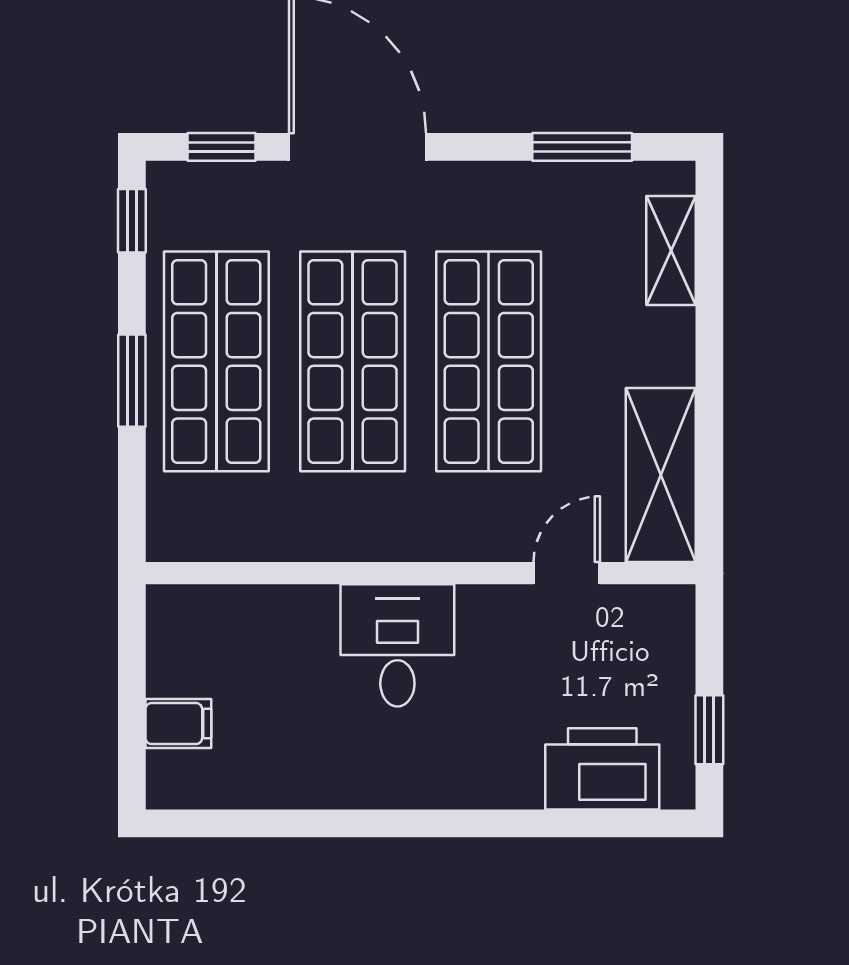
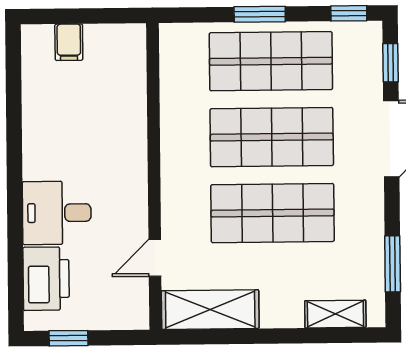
door: (567, 573) -> (155, 258), swing flipped
desk: (397, 645) -> (57, 213), moved, turned 180

